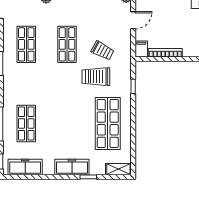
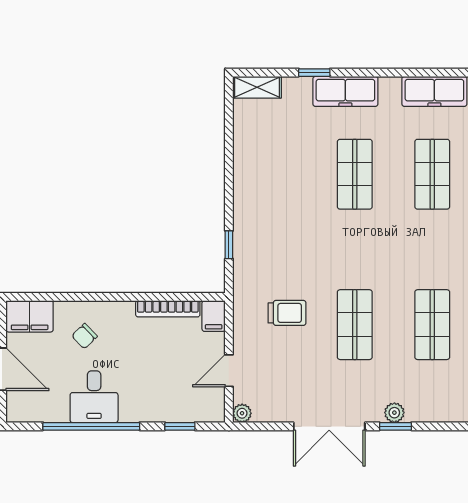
trolley: (103, 51) -> (287, 313), turned 152
trolley: (96, 77) -> (300, 263), removed
shop shelf: (108, 123) -> (355, 174), moved, width x0.70, depth x0.74

